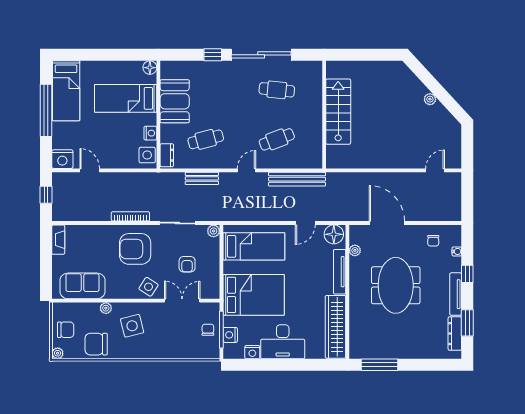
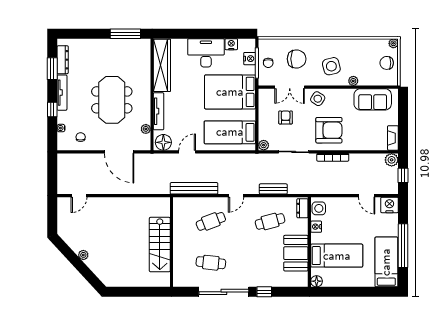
plant: (60, 213) -> (392, 160), added
chair: (96, 344) -> (297, 59), moved

